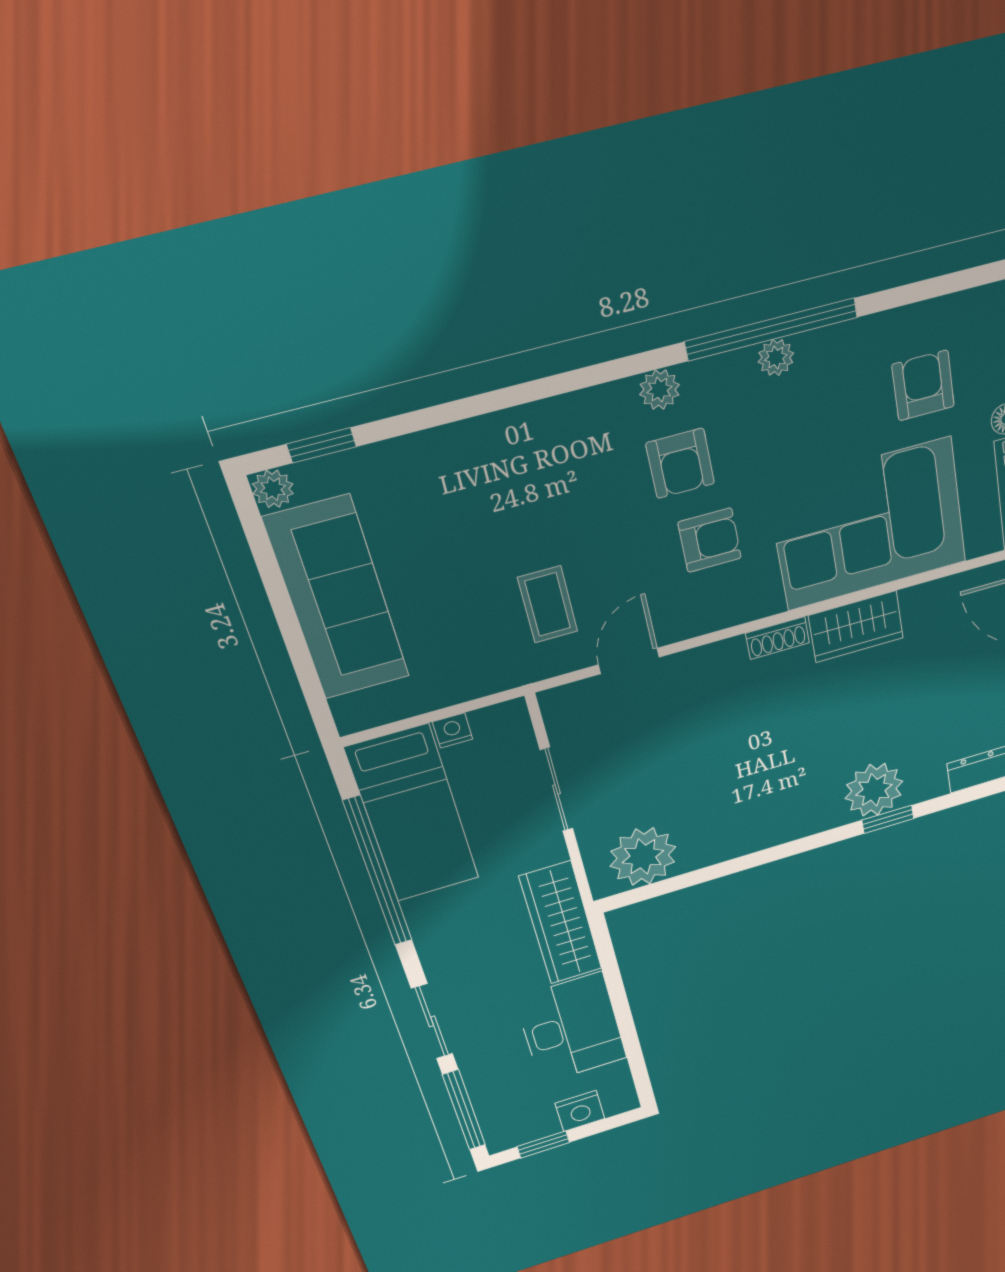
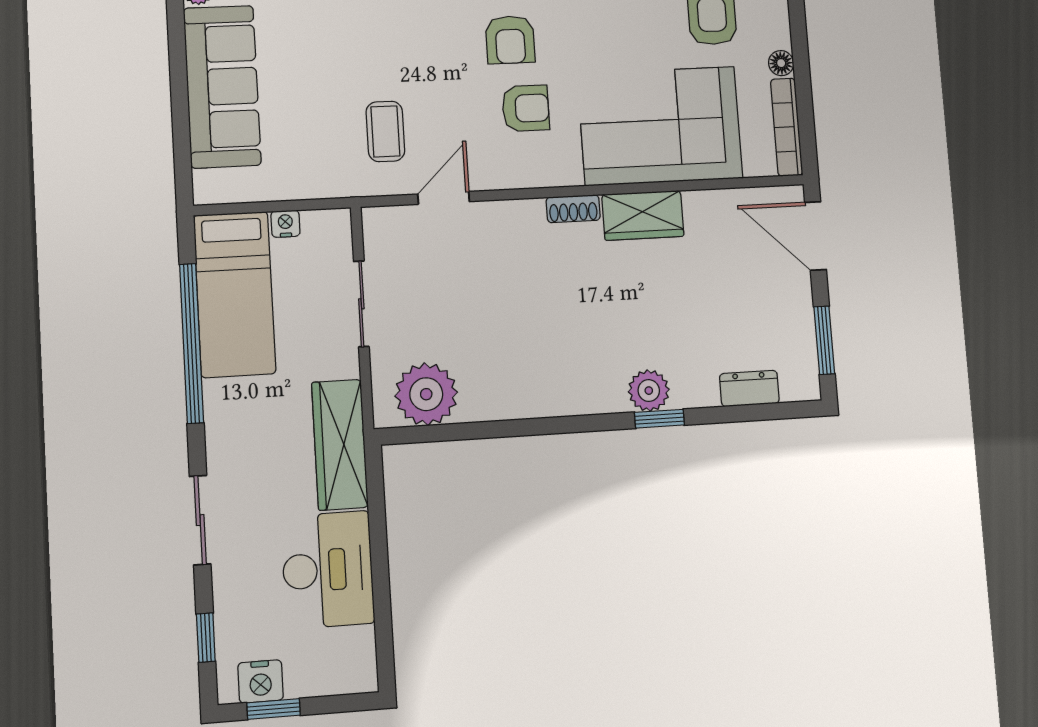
plant: (874, 790) -> (649, 391), width x0.73, depth x0.73
window: (464, 1110) -> (206, 638), width x0.46
nightstand: (580, 1111) -> (261, 681), moved

